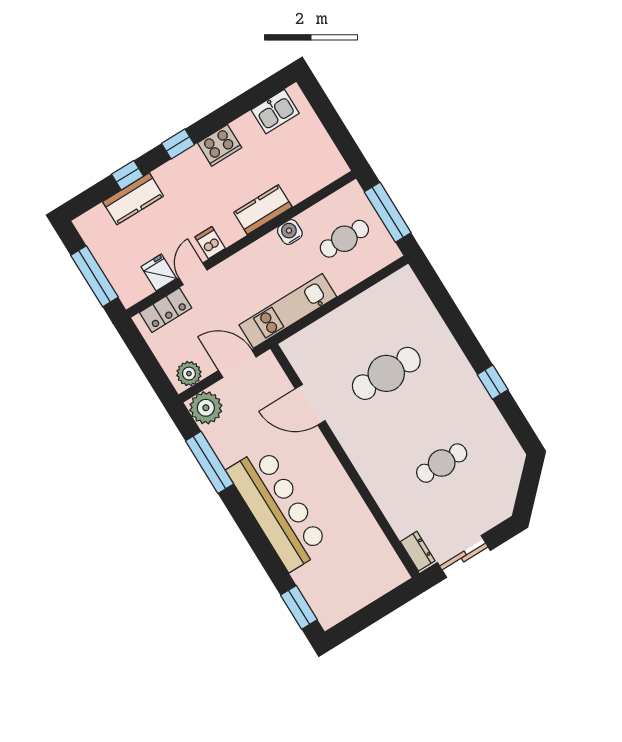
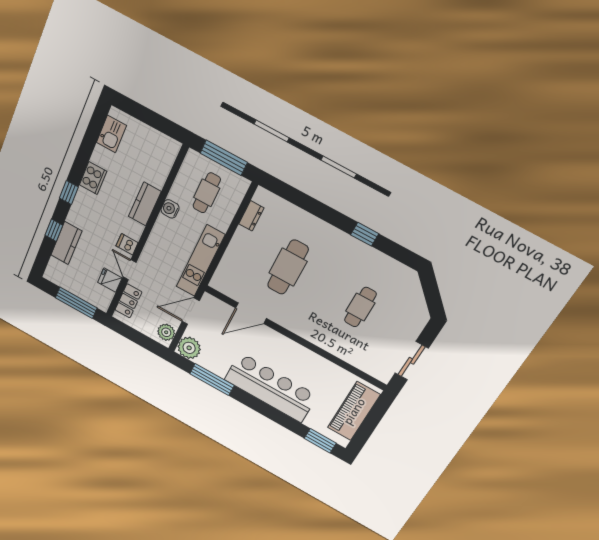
dresser: (418, 551) -> (251, 216), moved, turned 90
piano: (362, 588) -> (354, 411), added

